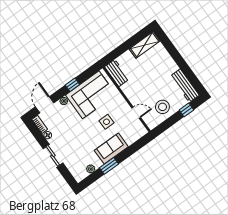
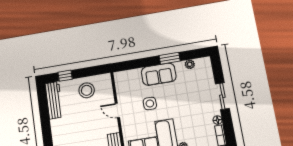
door: (136, 113) -> (117, 110), moved

